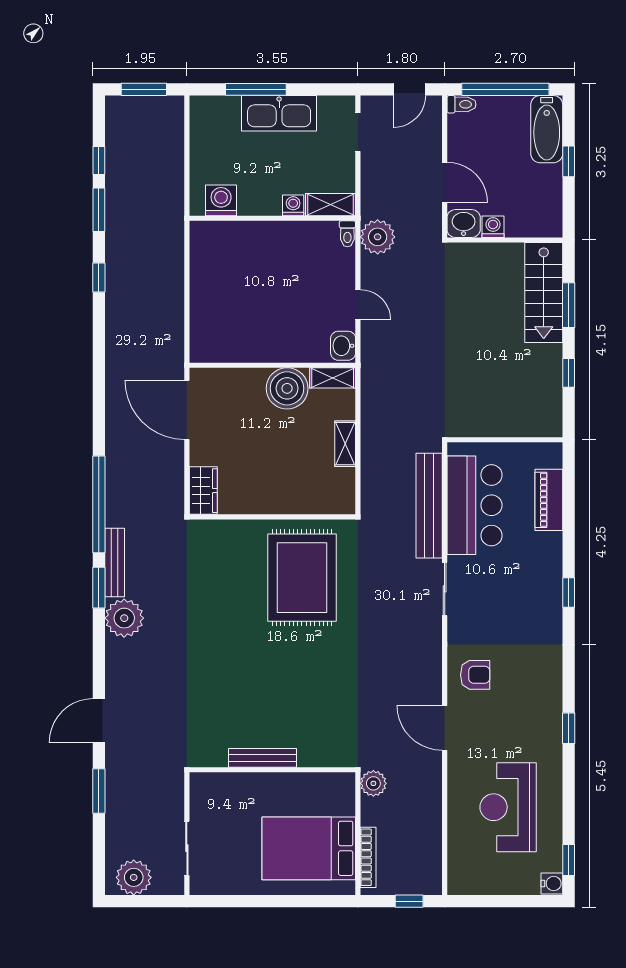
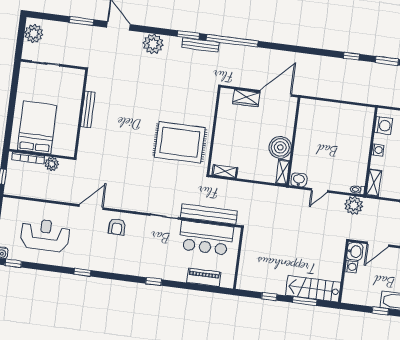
washing machine: (293, 205) -> (378, 150), moved
shelving: (345, 444) -> (225, 171), moved
wardrobe: (203, 491) -> (246, 98), moved
plant: (124, 618) -> (153, 44), moved
plant: (373, 783) -> (52, 164), moved

